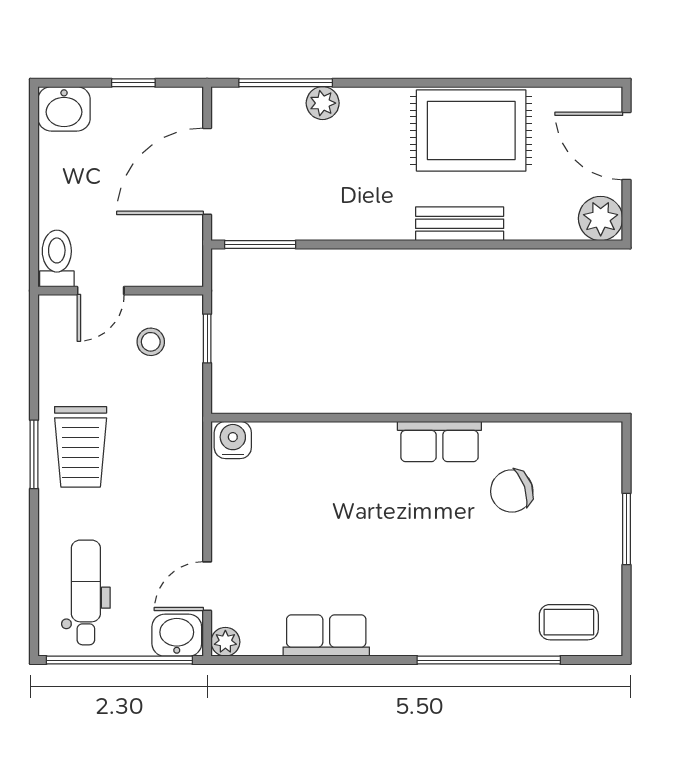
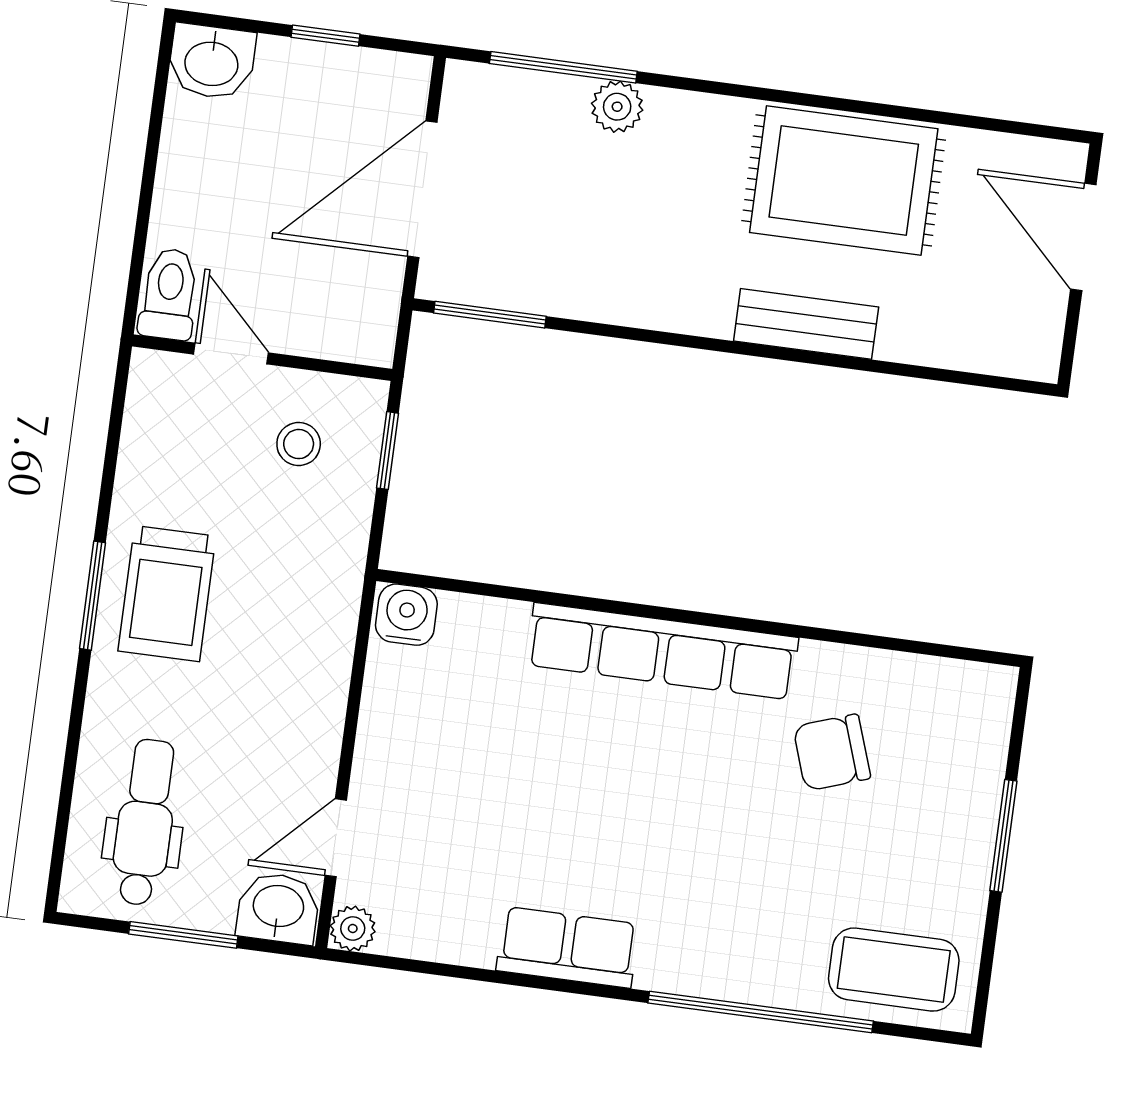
plant: (601, 218) -> (1028, 345), removed
door: (101, 291) -> (231, 354), swing flipped
row of seats: (439, 442) -> (662, 651), width x2.02
coffee table: (569, 622) -> (894, 970), width x1.36, depth x1.30
row of seats: (326, 636) -> (568, 947), moved
window: (119, 660) -> (183, 935), width x0.47

